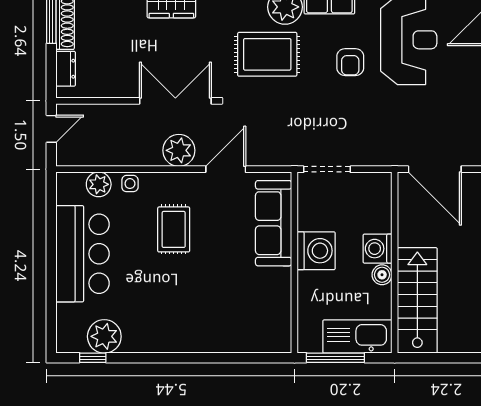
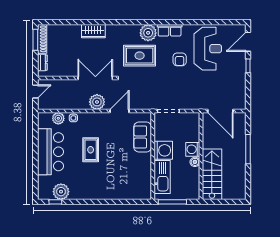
sofa: (274, 223) -> (143, 137), width x0.73
rug: (174, 229) -> (91, 150), moved
kitchen sink: (357, 337) -> (162, 177), moved, turned 90

